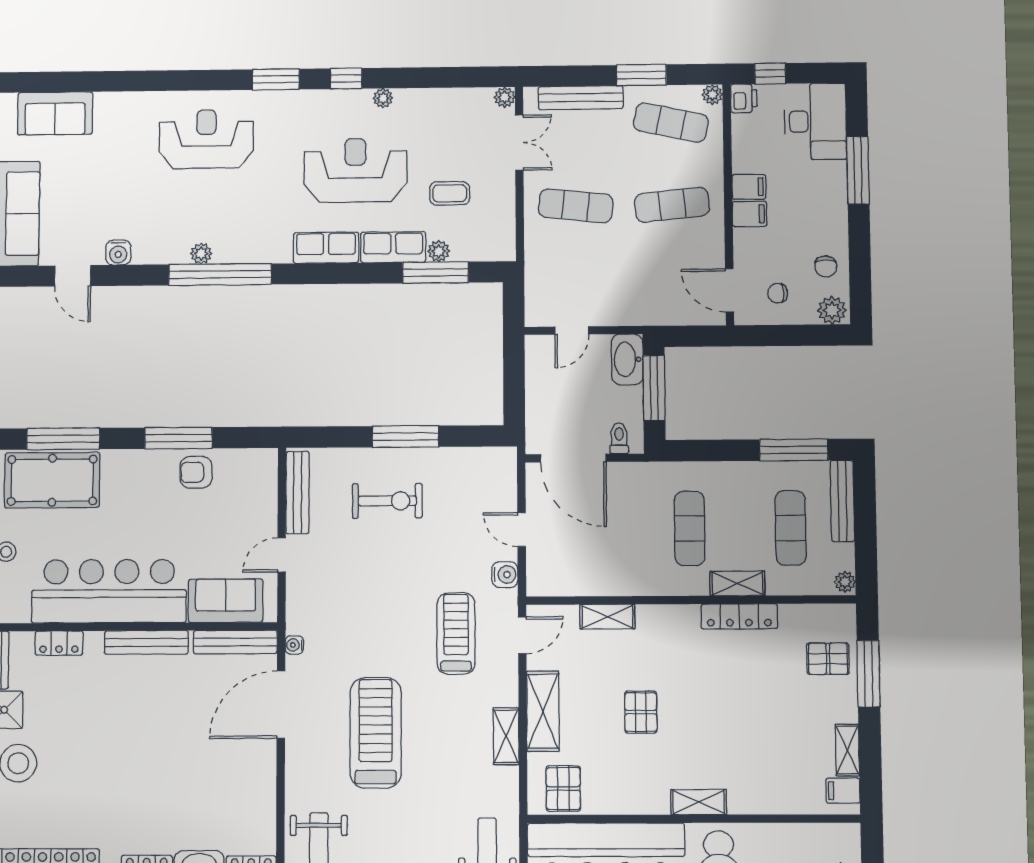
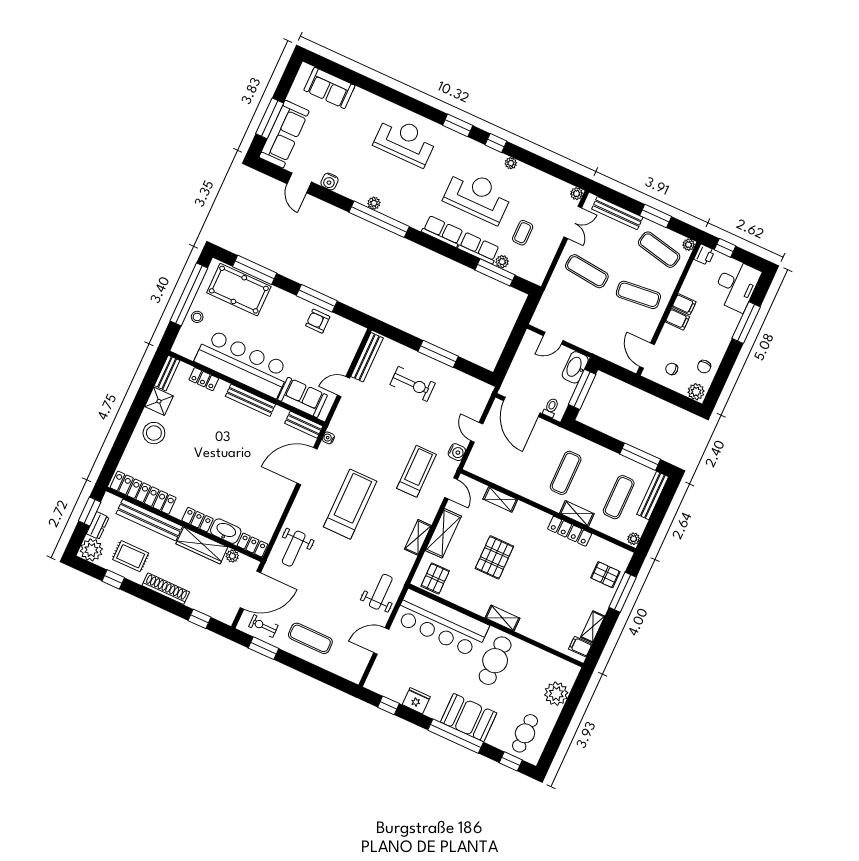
coffee table: (450, 193) -> (523, 233), turned 90
door: (522, 635) -> (451, 488), hinge flipped
bench: (235, 642) -> (304, 425), width x0.73
pallet: (641, 712) -> (494, 557), width x1.50, depth x1.42

